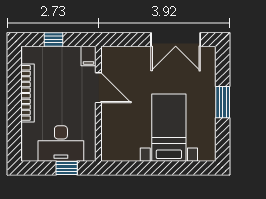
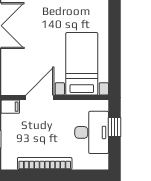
bed with nightstands: (169, 128) -> (82, 64), moved, turned 90

